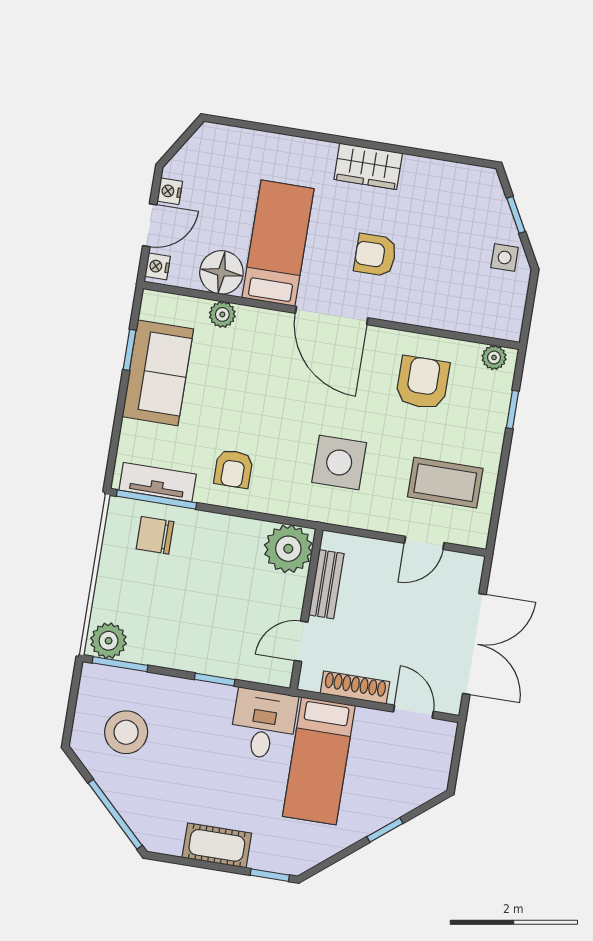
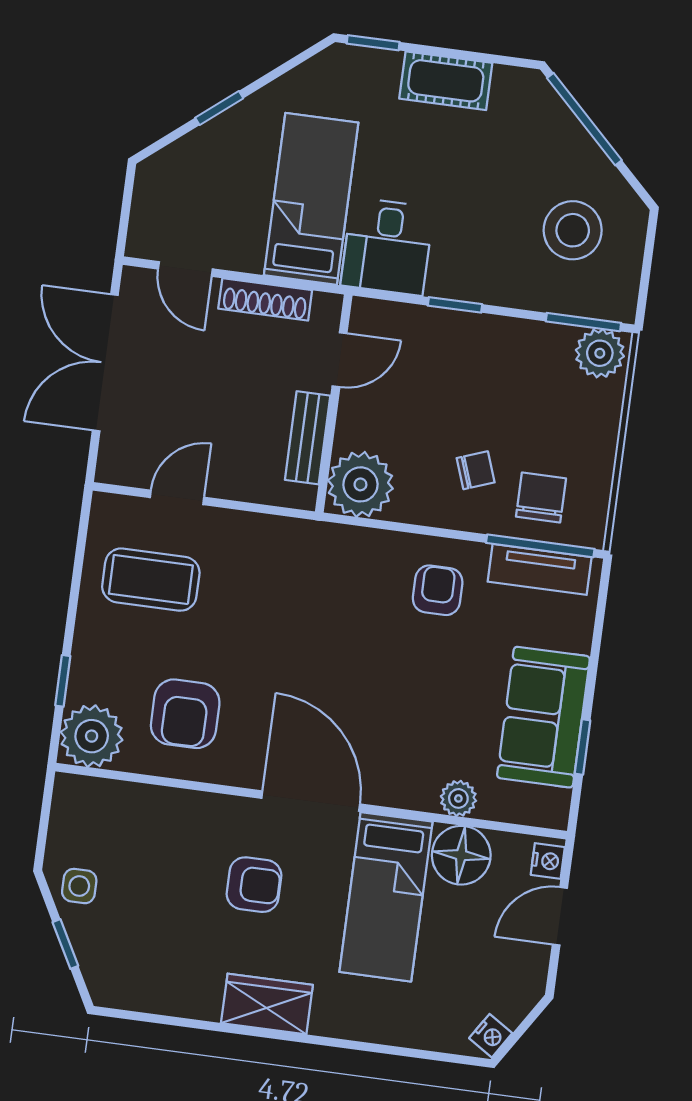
nightstand: (170, 191) -> (491, 1036), moved, turned 33
plant: (494, 357) -> (92, 736), width x1.87, depth x1.87
side table: (339, 462) -> (295, 603), removed
chair: (155, 535) -> (541, 497), turned -90
chair: (203, 557) -> (476, 470), added

